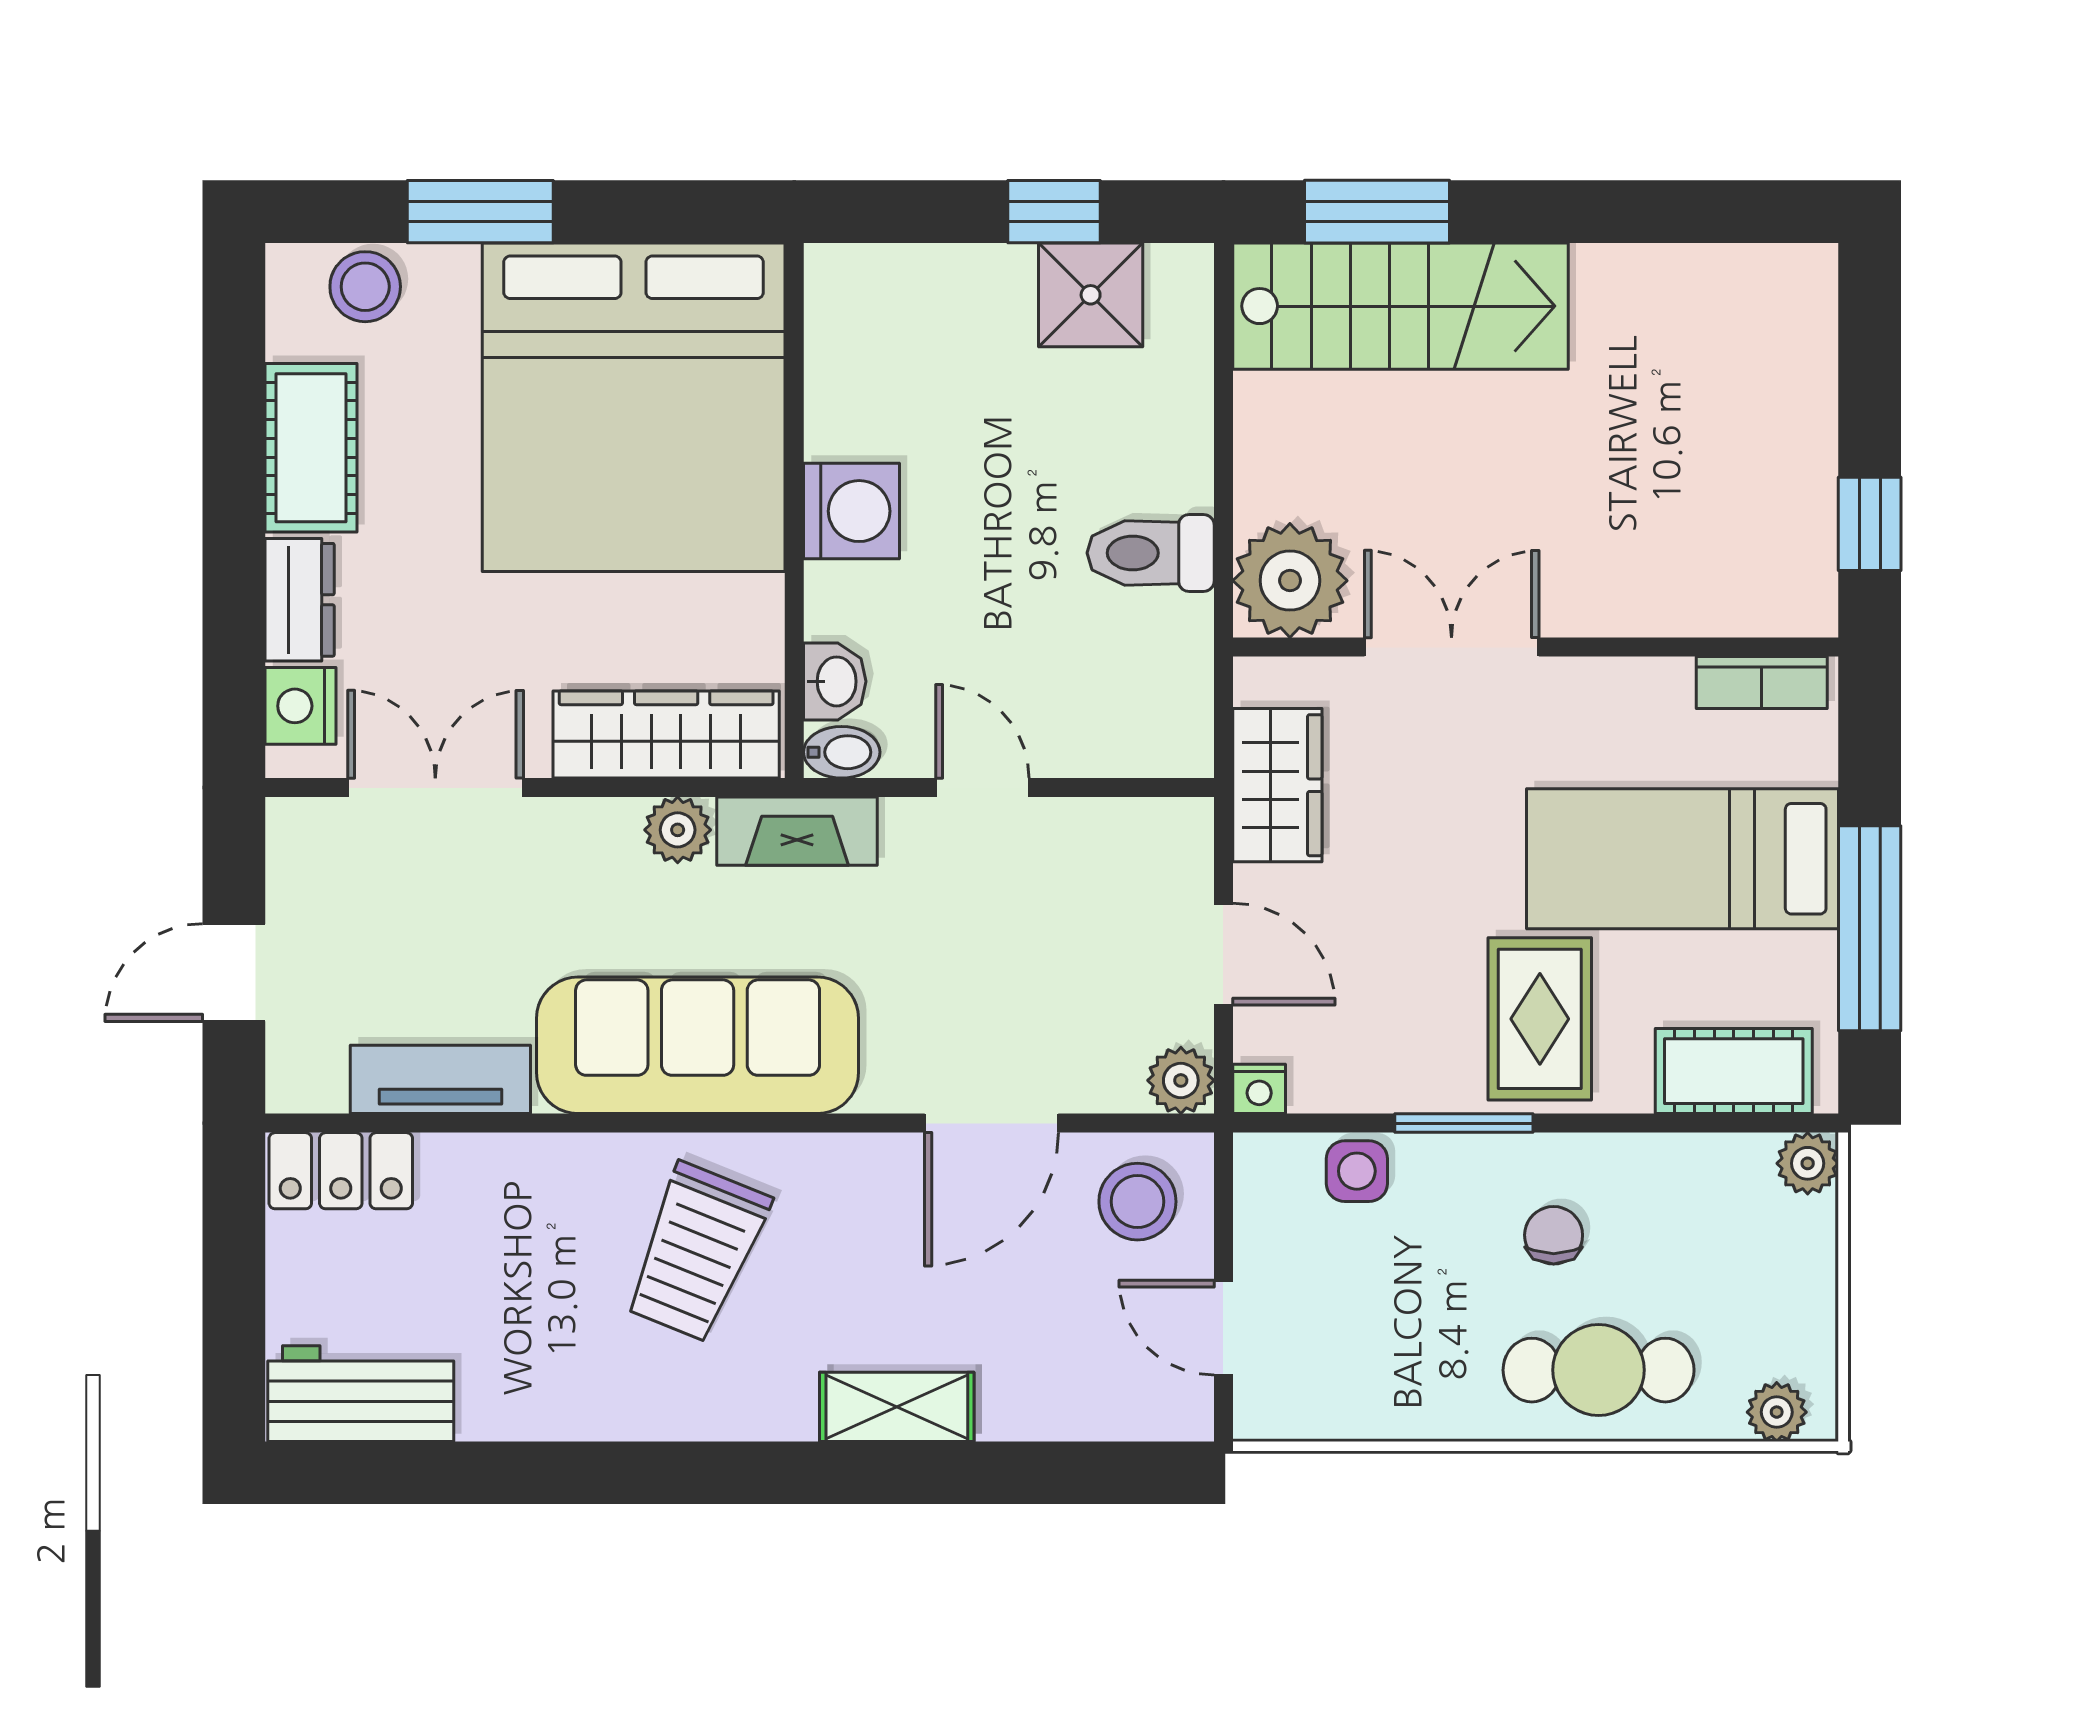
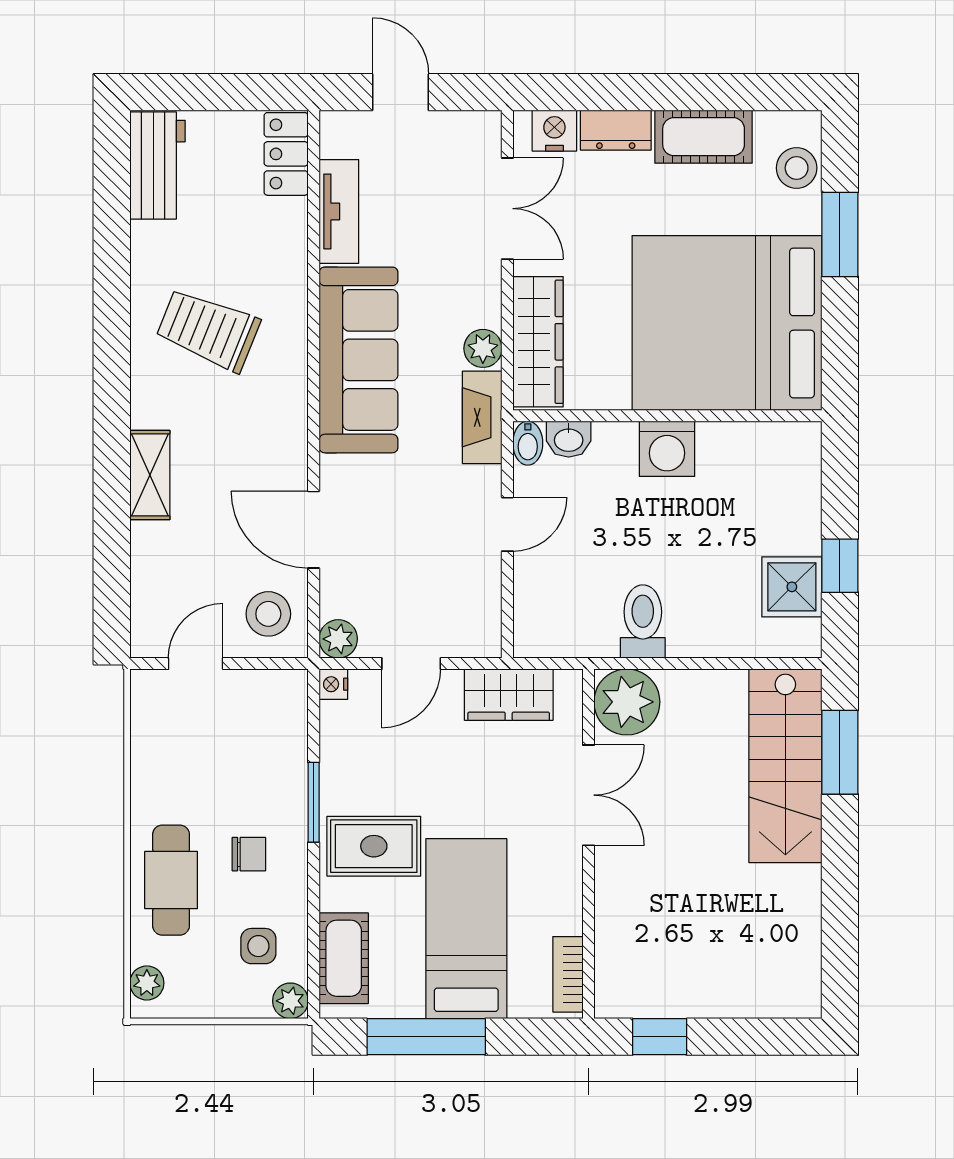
side table: (1357, 1171) -> (258, 946), moved
trolley: (697, 1252) -> (208, 330), moved

